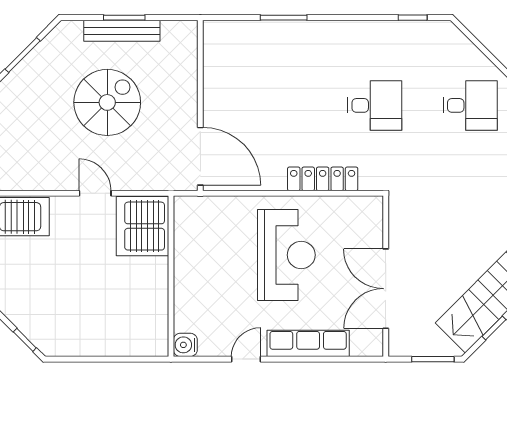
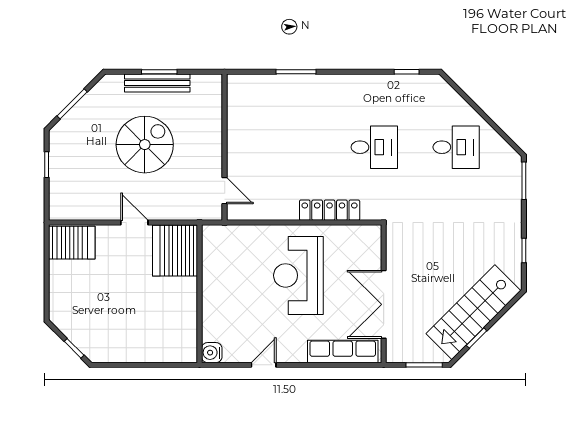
door: (200, 156) -> (225, 191), width x0.53
reception desk: (286, 255) -> (298, 275), turned 180
row of seats: (308, 343) -> (343, 351), moved

